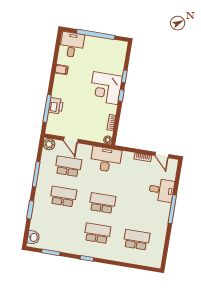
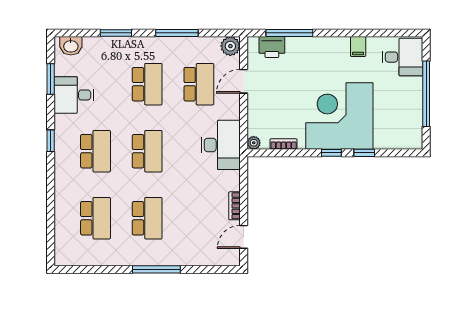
corner desk: (106, 88) -> (339, 116), width x1.36, depth x1.36
printer: (56, 106) -> (272, 47), moved
desk: (161, 190) -> (74, 95), moved, turned 90
school desk: (142, 210) -> (147, 218), added

